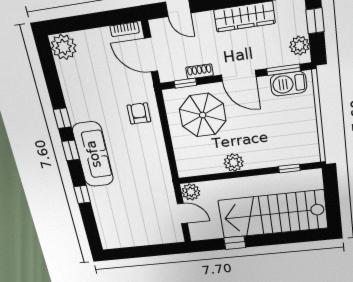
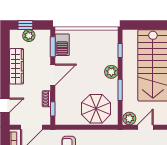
plant: (299, 46) -> (29, 36), moved
parasol: (203, 115) -> (96, 109), moved
plant: (234, 163) -> (111, 72), moved
window: (230, 175) -> (120, 90), added

